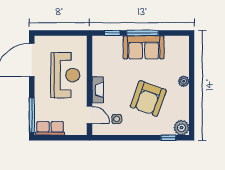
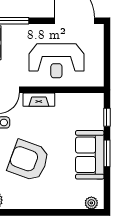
window: (142, 33) -> (107, 153), width x0.69
plant: (184, 81) -> (91, 203), moved

